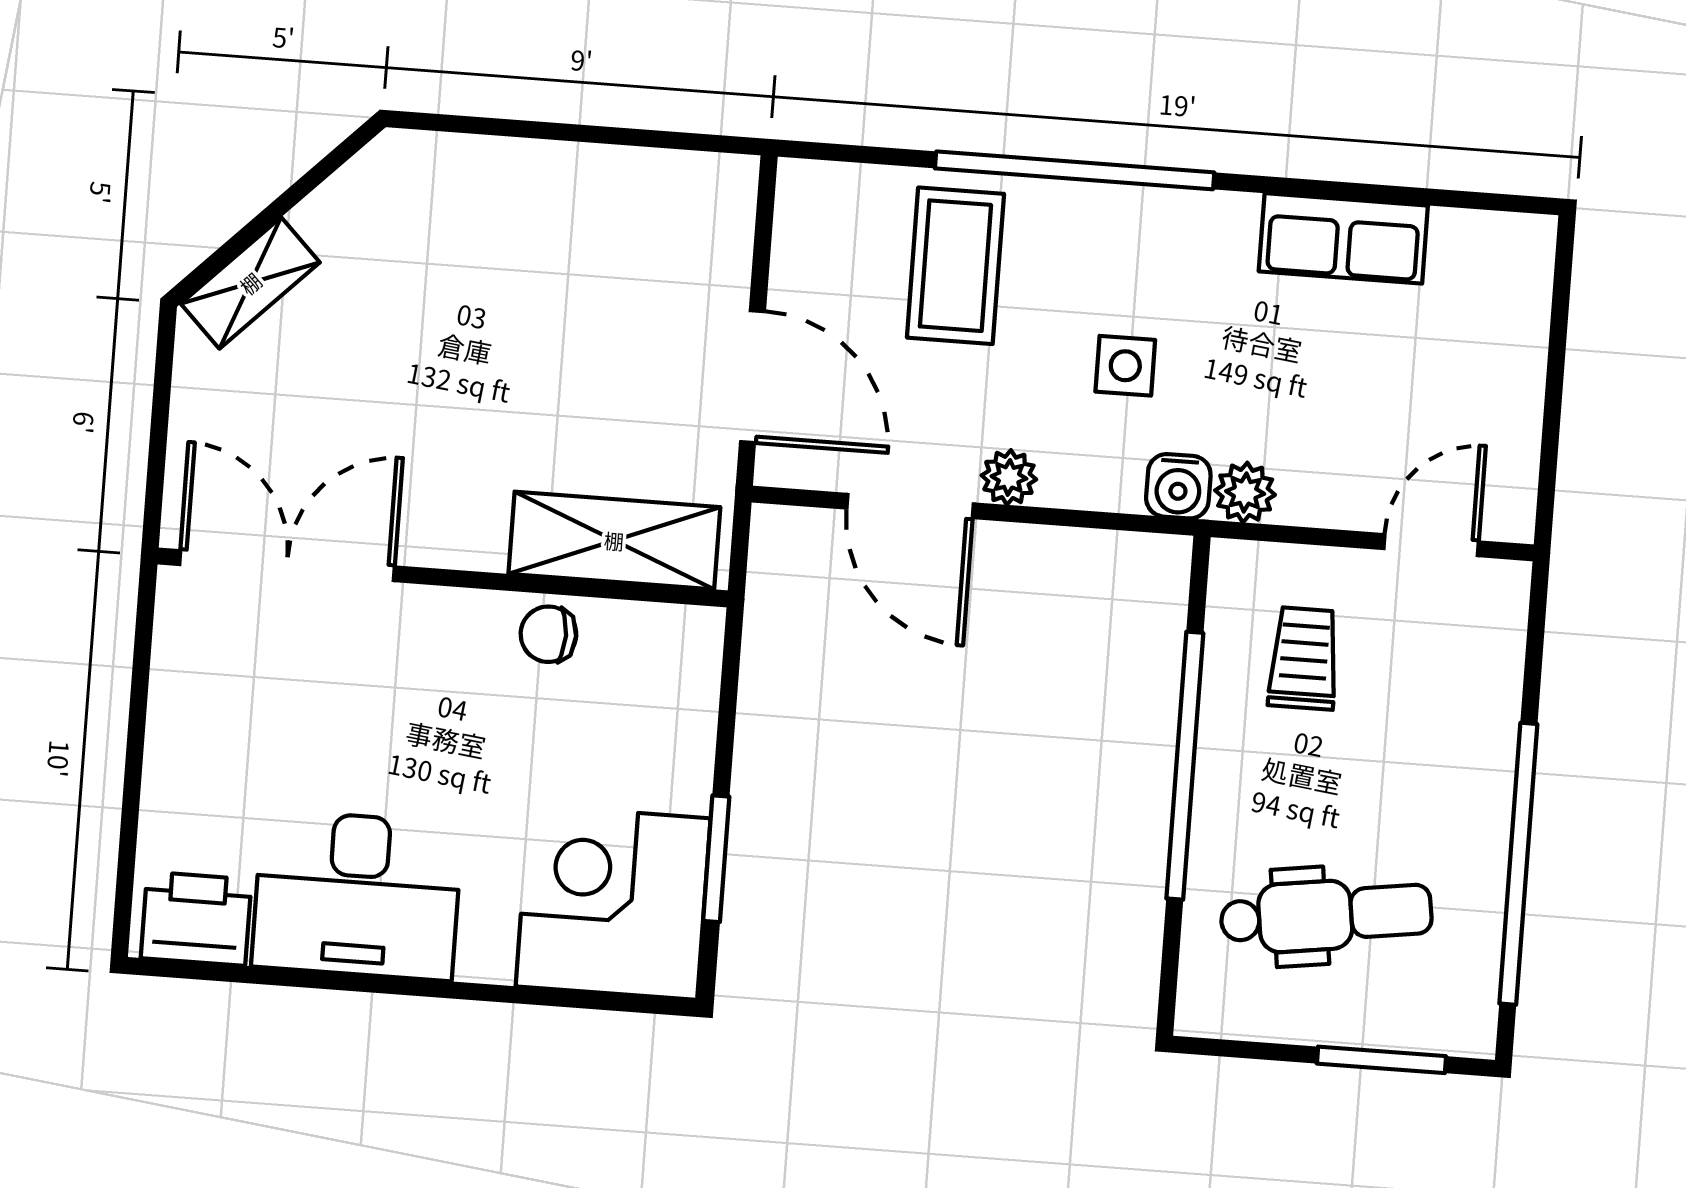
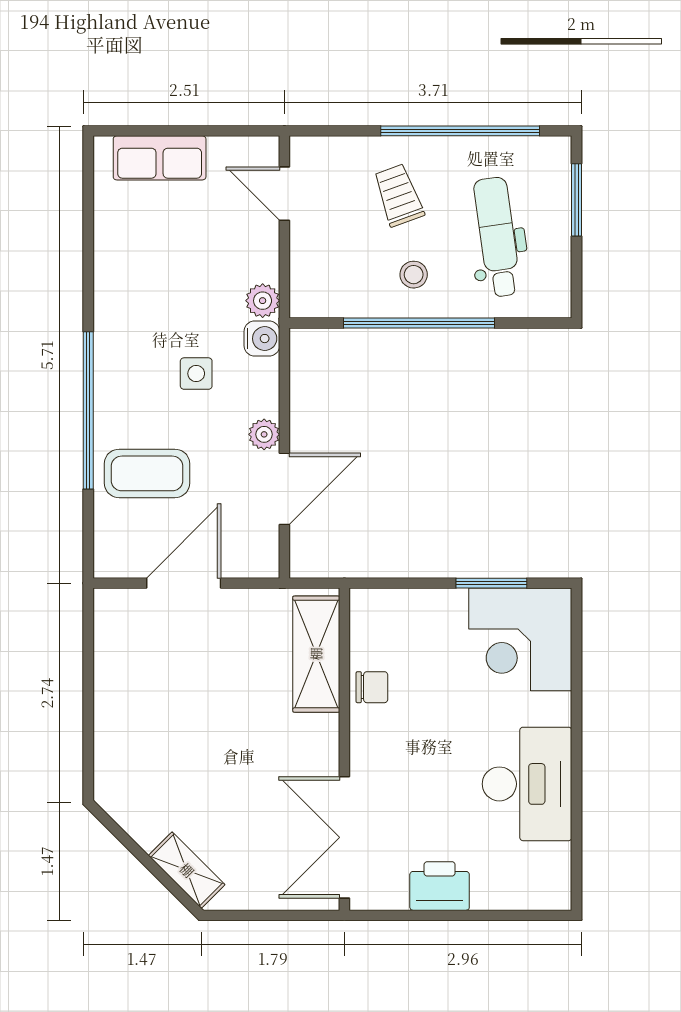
row of seats: (1343, 238) -> (160, 158), moved, turned 90
door: (752, 377) -> (184, 583), moved
chair: (548, 634) -> (372, 687), turned -90
trolley: (1304, 658) -> (398, 195), moved, turned 70
stool: (1271, 763) -> (414, 275), added
printer: (196, 919) -> (440, 886), moved, turned 90

